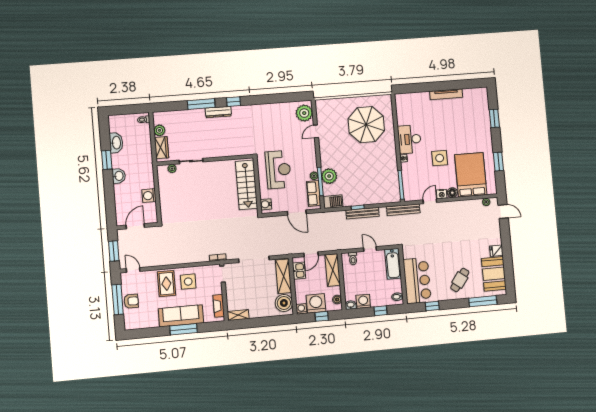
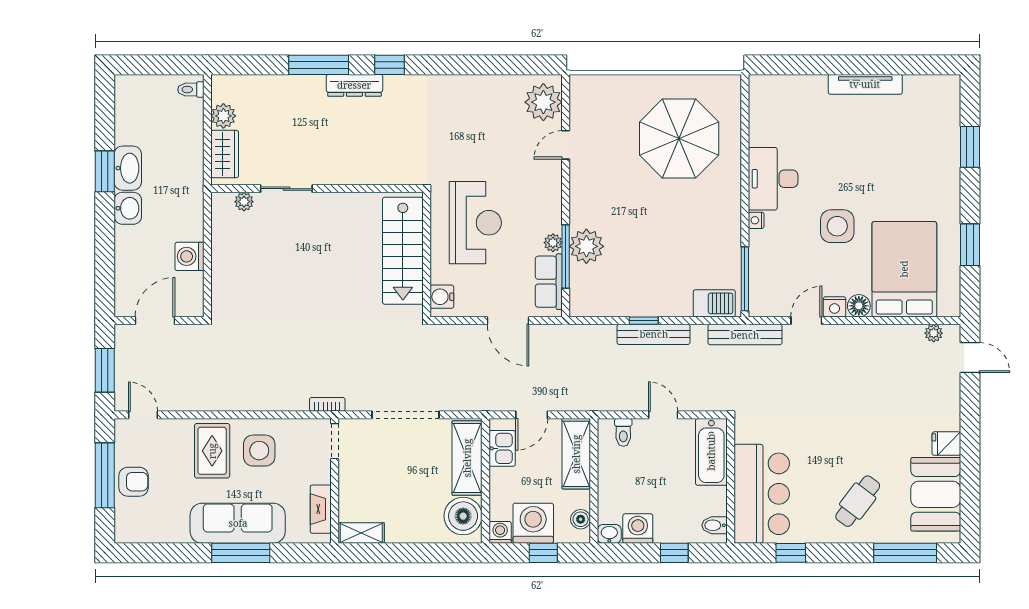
washbasin: (116, 143) -> (128, 168), moved
barbecue: (333, 202) -> (714, 303), moved

